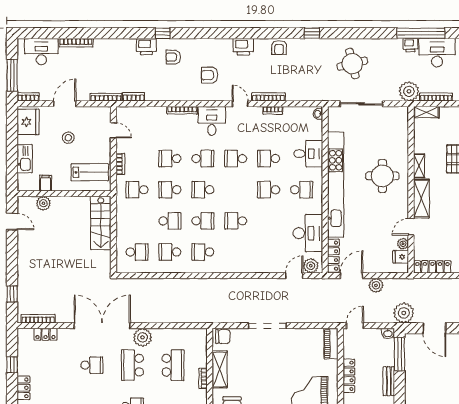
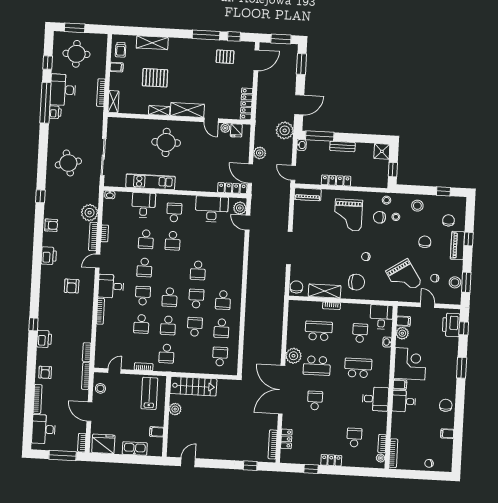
armchair: (173, 57) -> (45, 372), moved
plant: (409, 91) -> (90, 213), moved
stool: (68, 138) -> (100, 388), moved
kitchen unit: (336, 185) -> (150, 182), width x0.54
plant: (43, 203) -> (175, 409), moved

